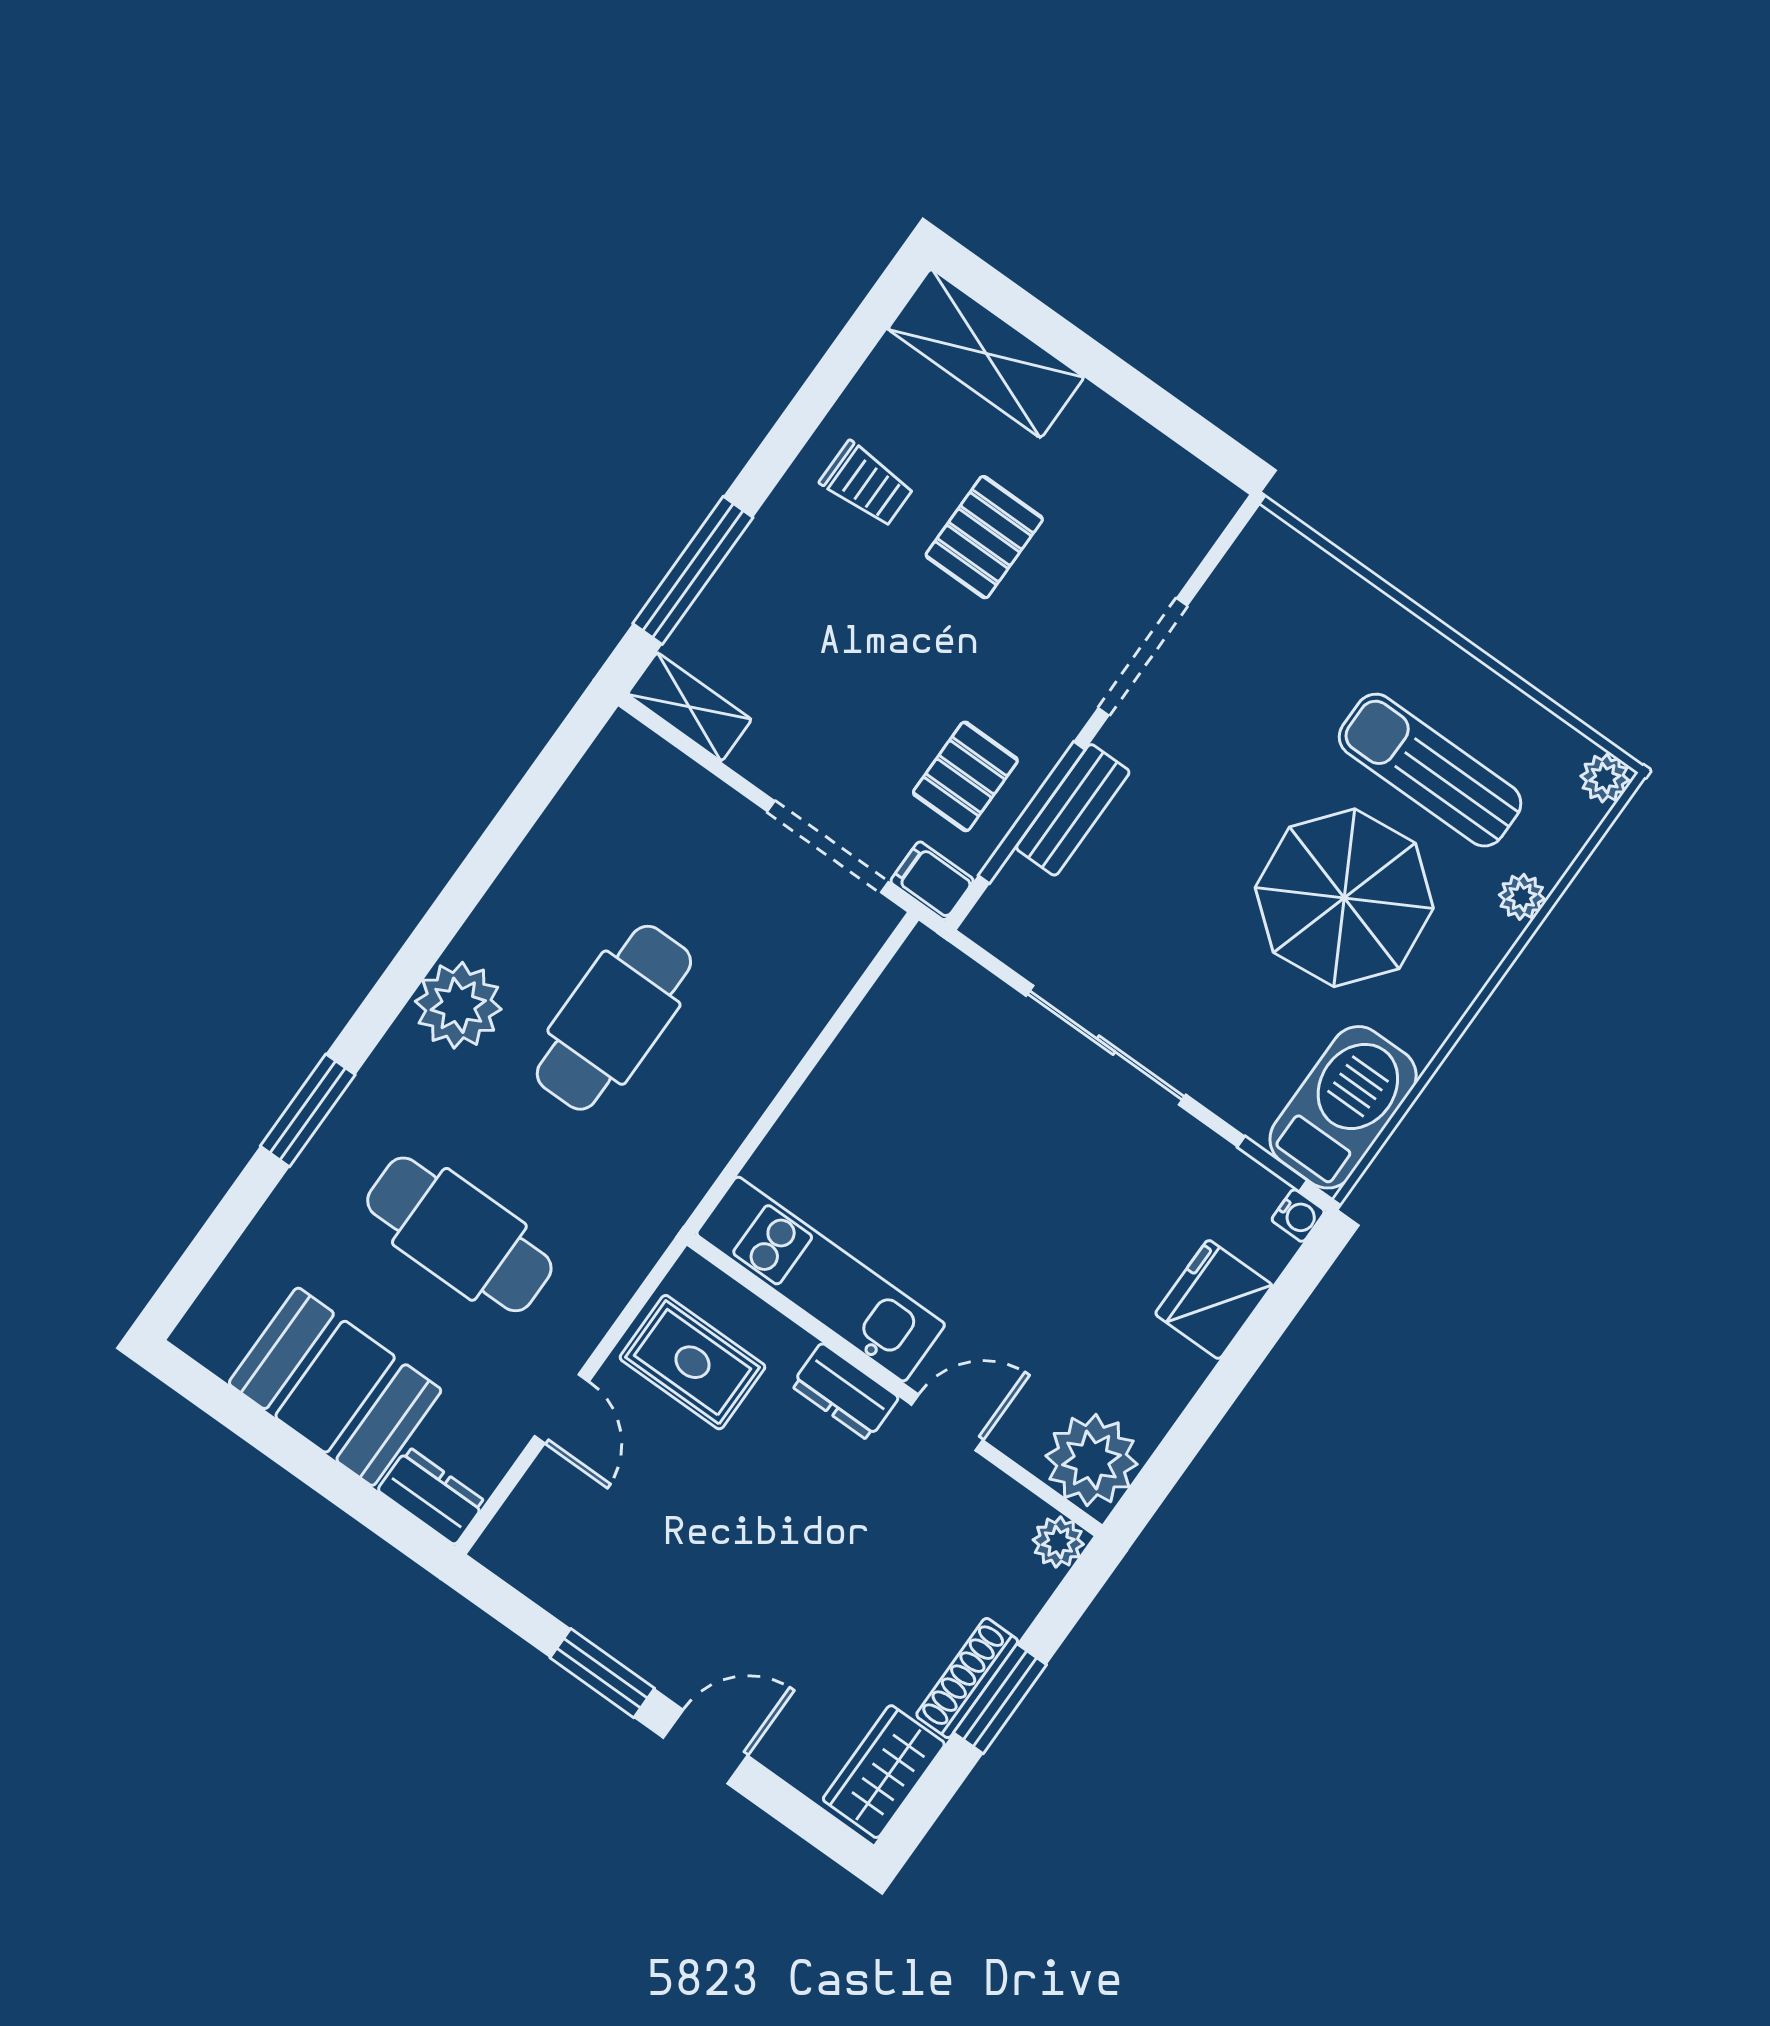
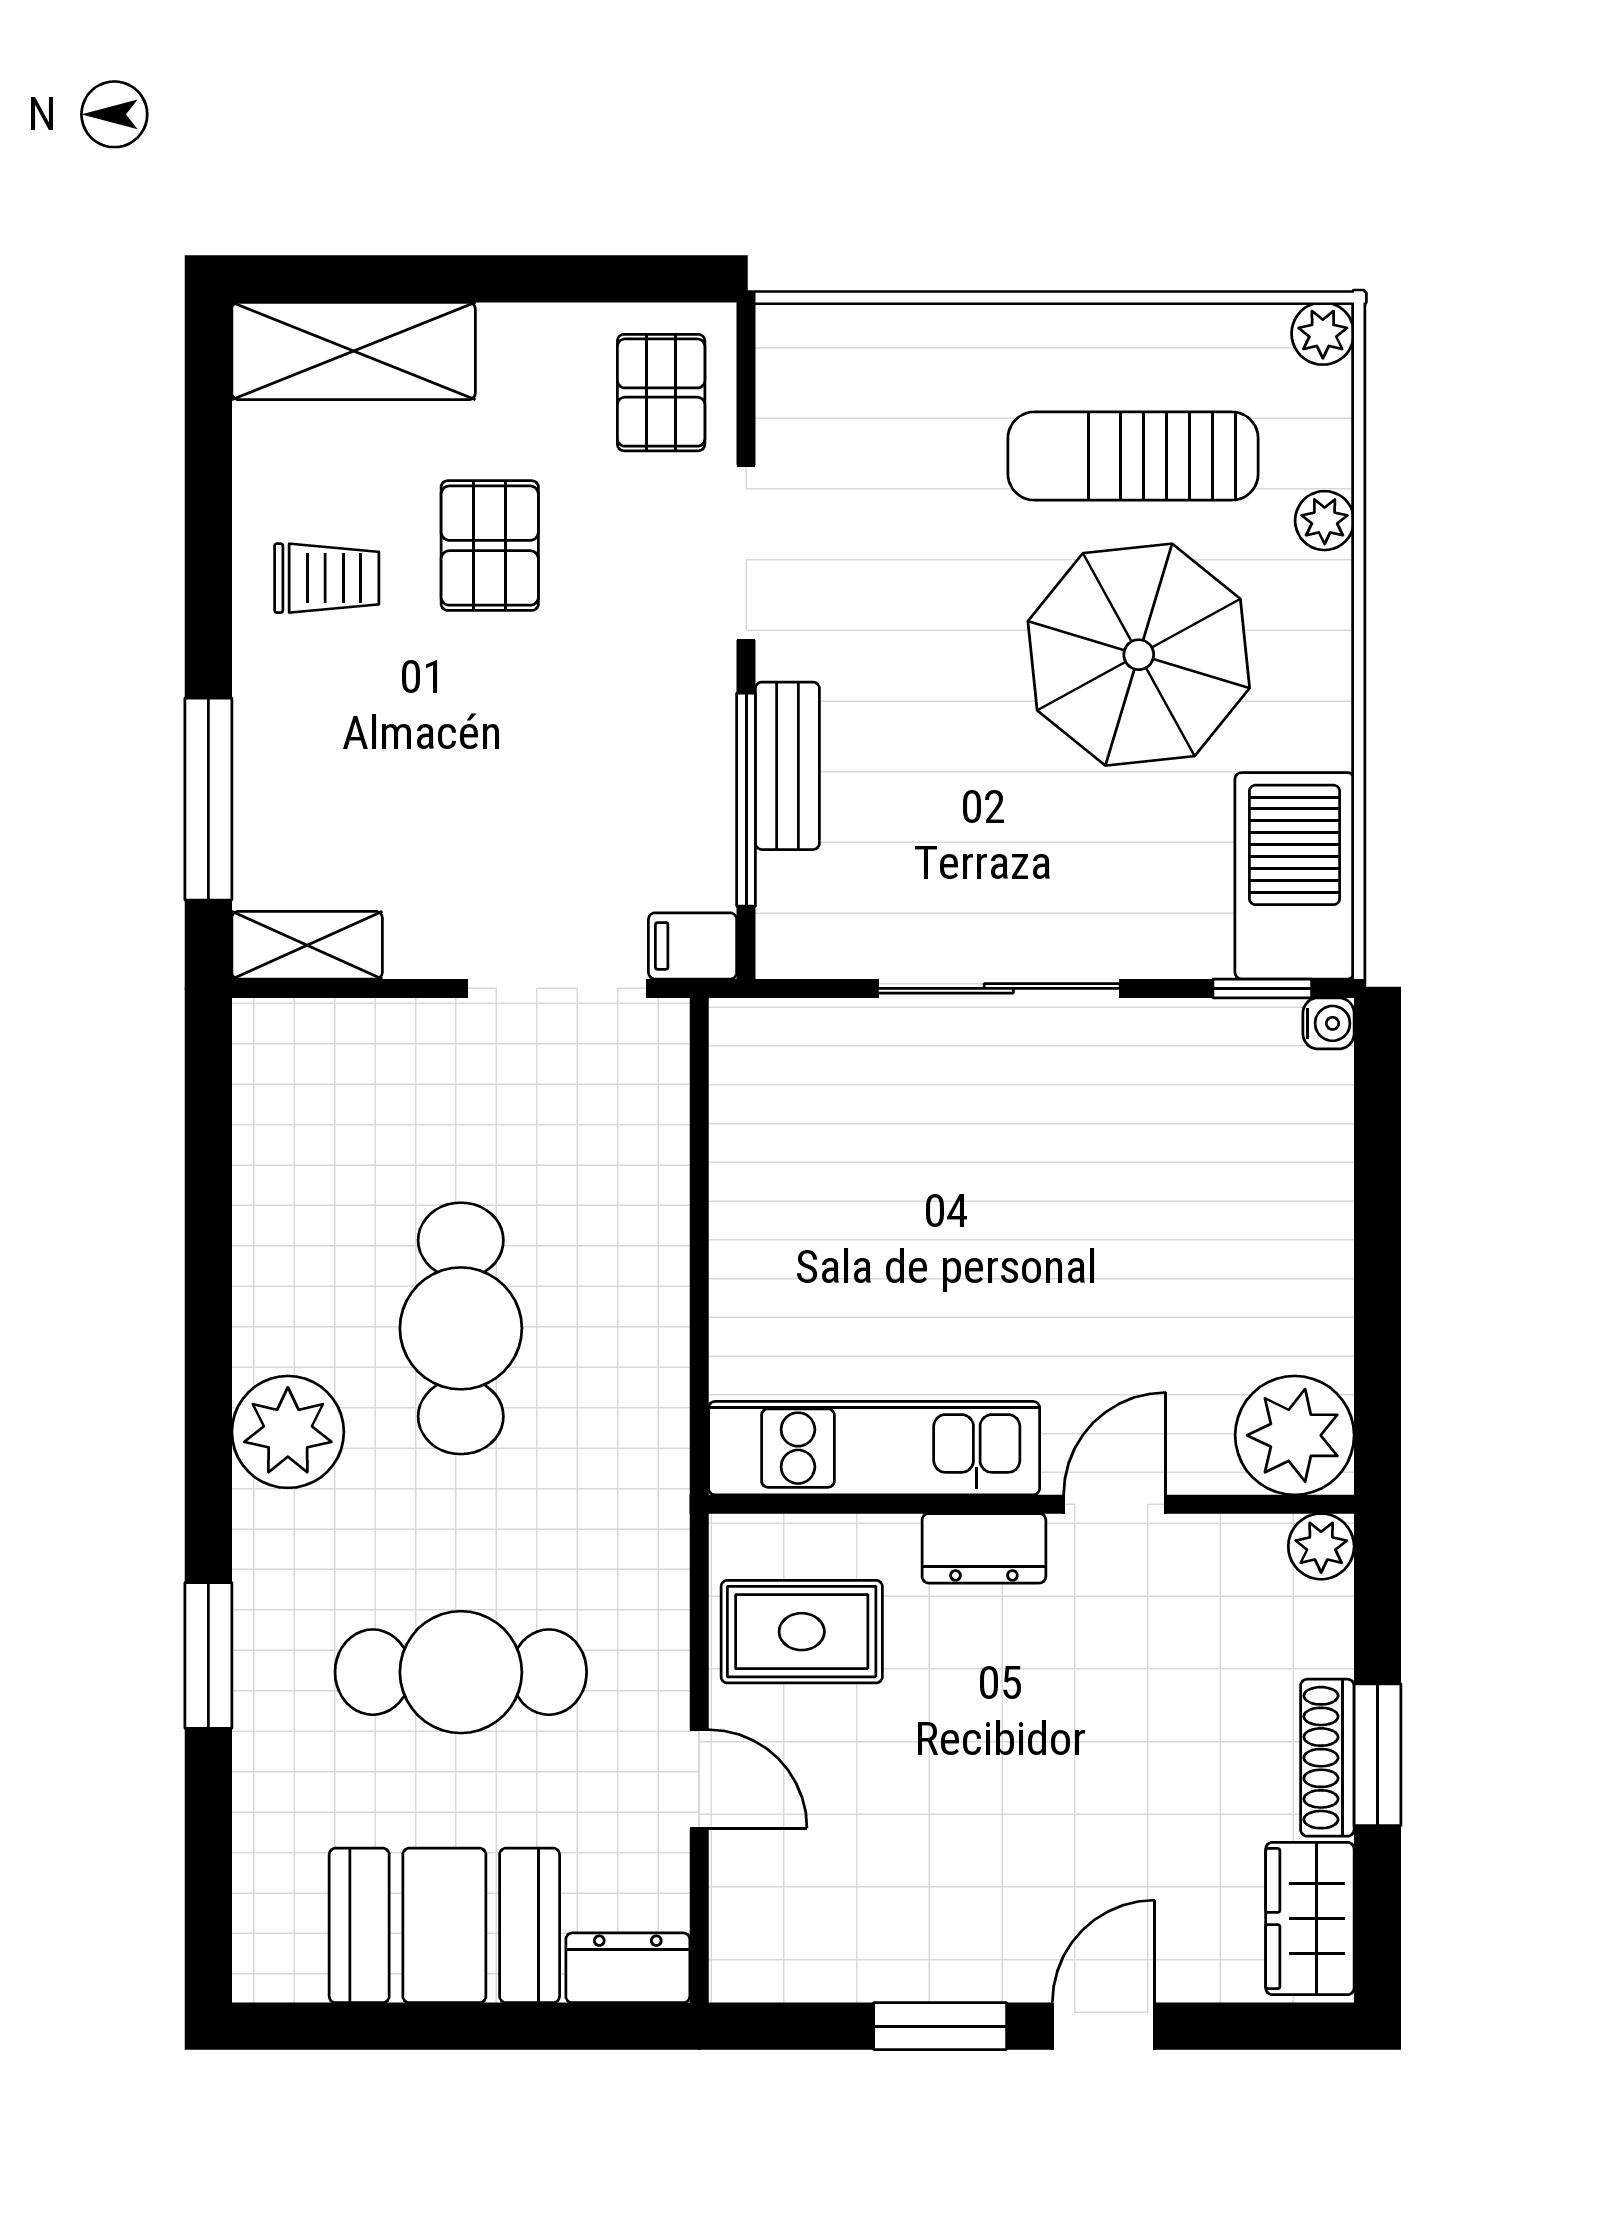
pallet: (965, 776) -> (661, 393), moved
fridge: (1214, 1299) -> (1303, 1175), removed

